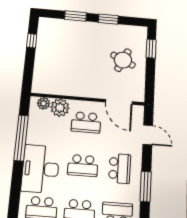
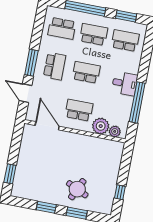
round table: (123, 60) -> (77, 189), moved
school desk: (120, 168) -> (55, 66), turned 180
desk: (40, 169) -> (125, 83), width x0.53, depth x0.77
window: (146, 186) -> (31, 63), moved

